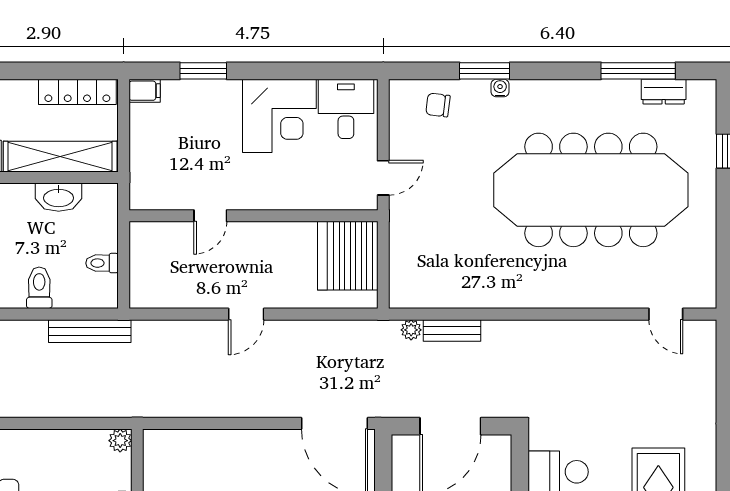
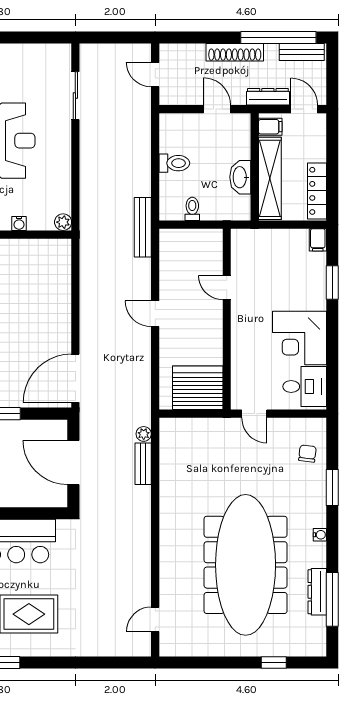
water cooler: (500, 88) -> (320, 535), moved
dresser: (664, 92) -> (317, 592), moved, width x1.44
bench: (90, 331) -> (143, 227), moved

